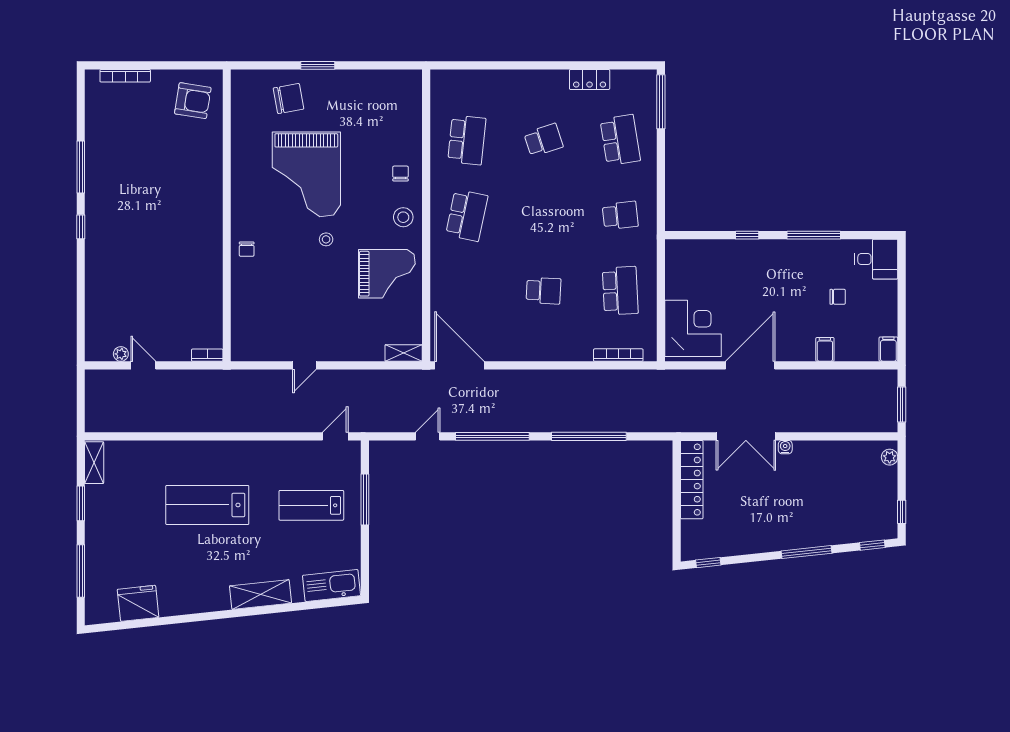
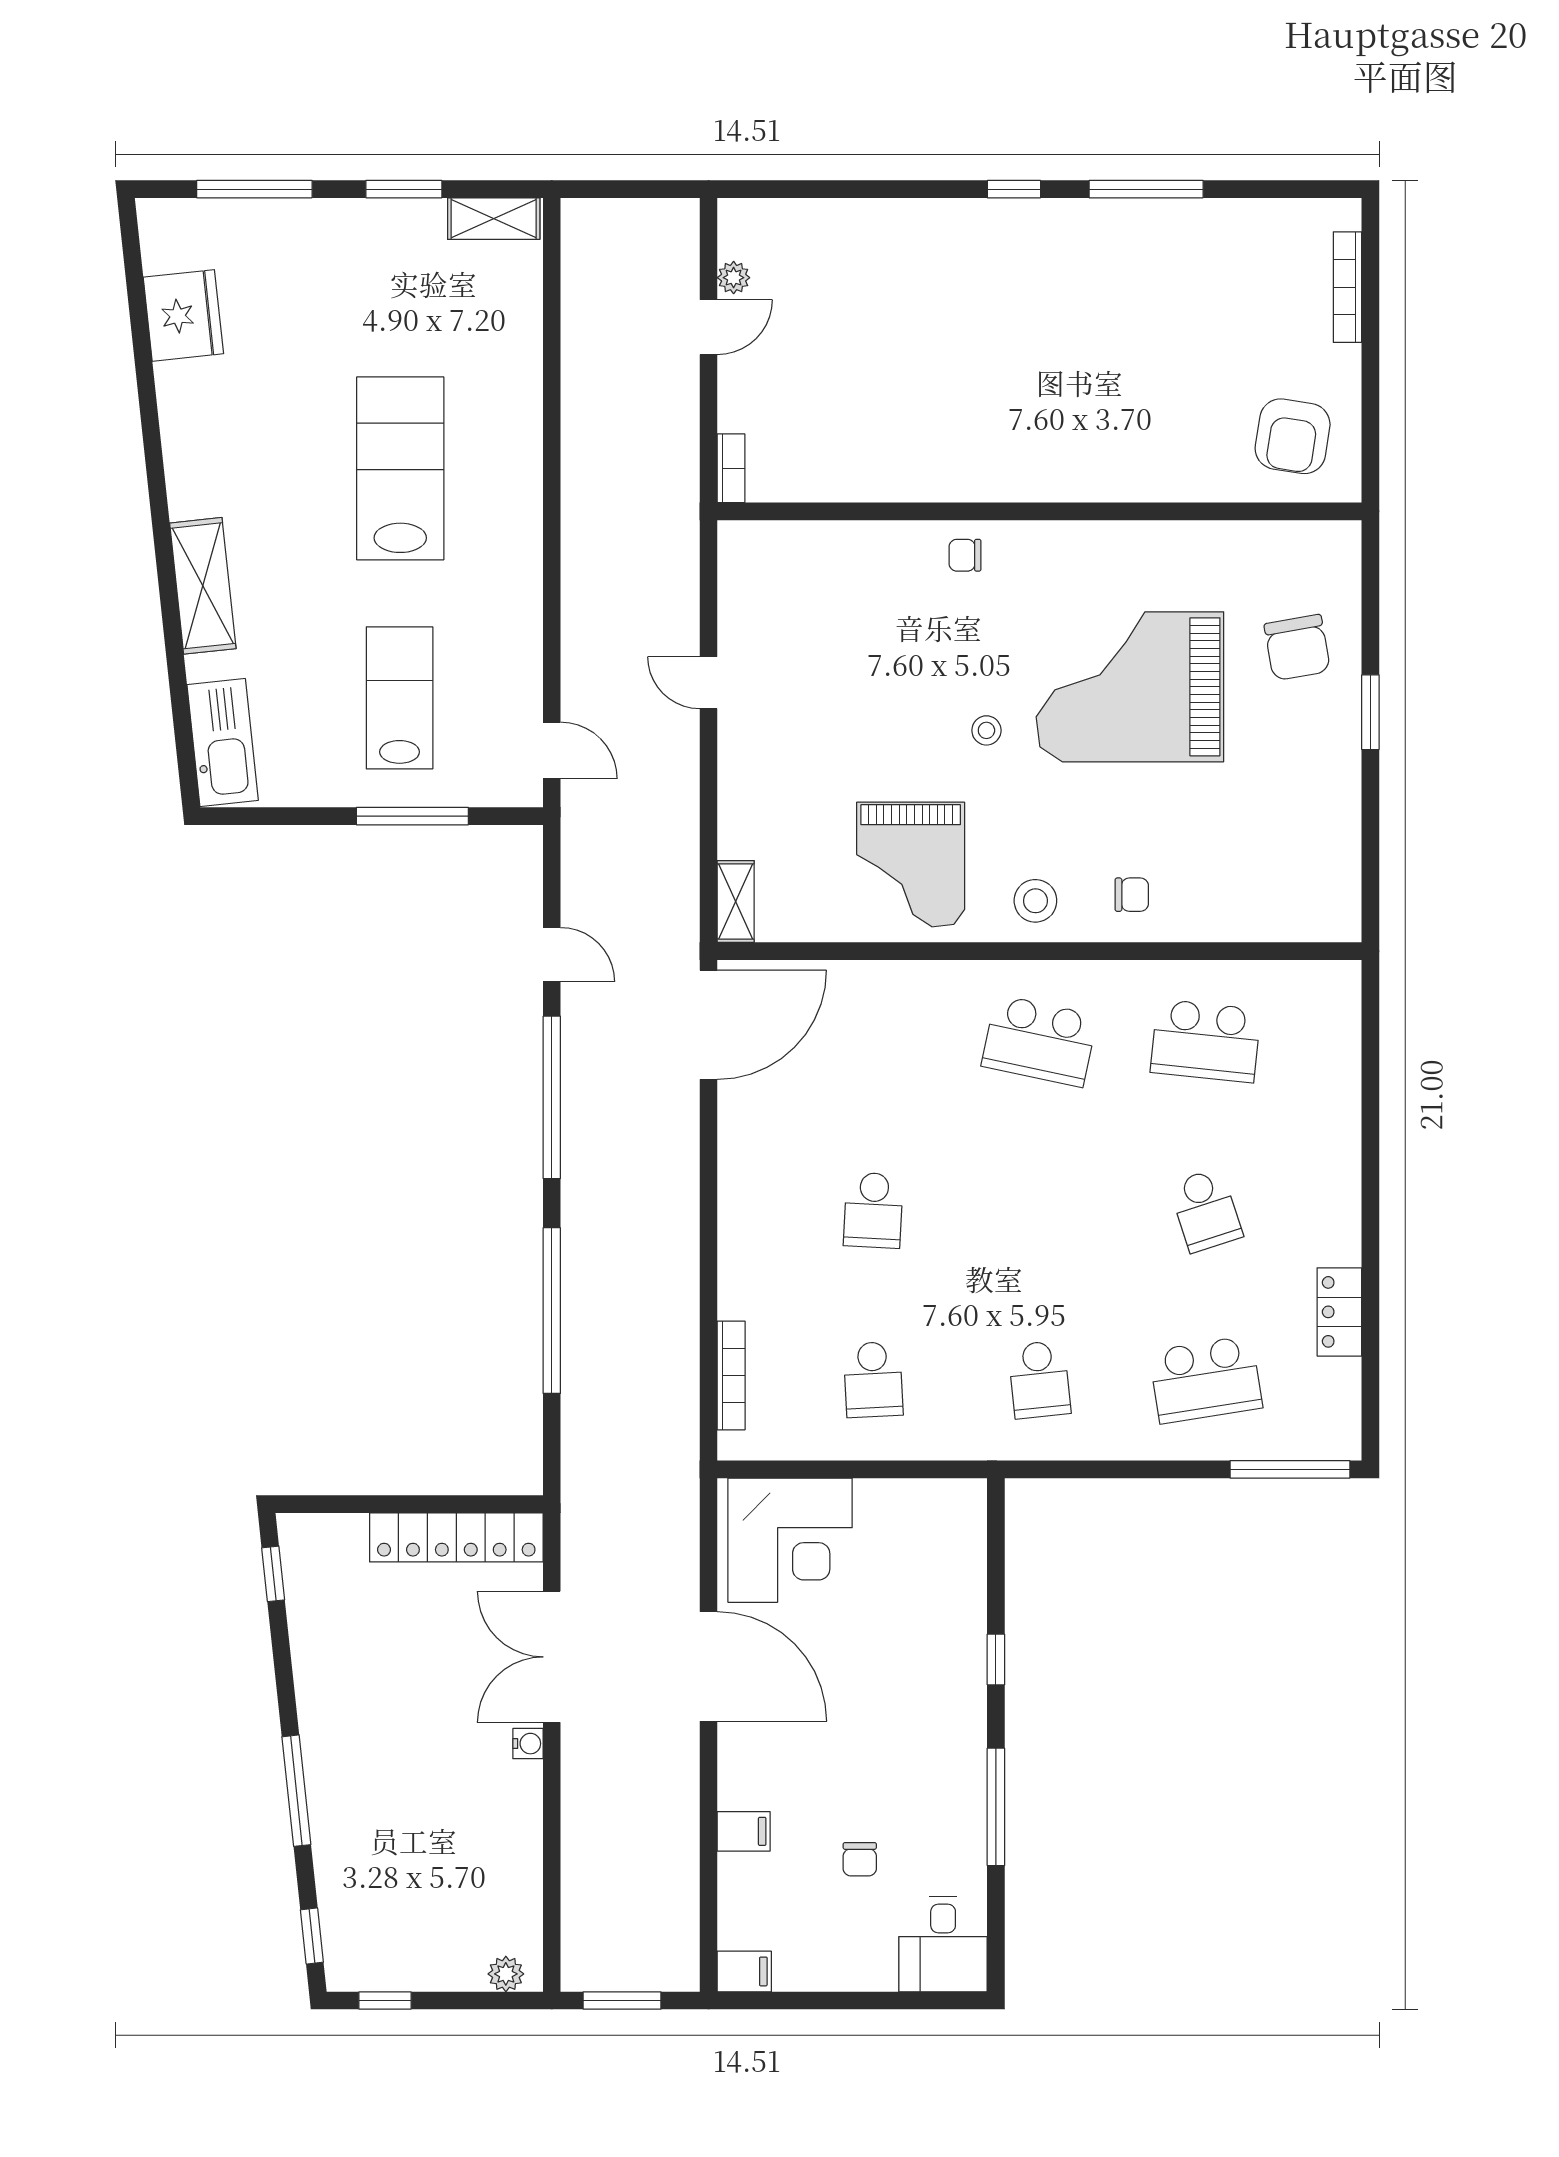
school desk: (620, 291) -> (873, 1380), width x0.54

